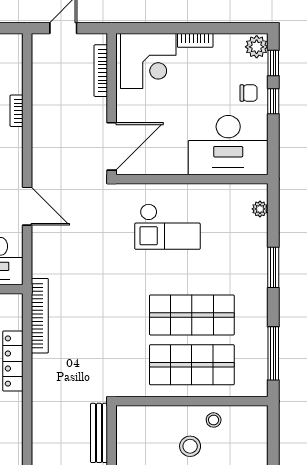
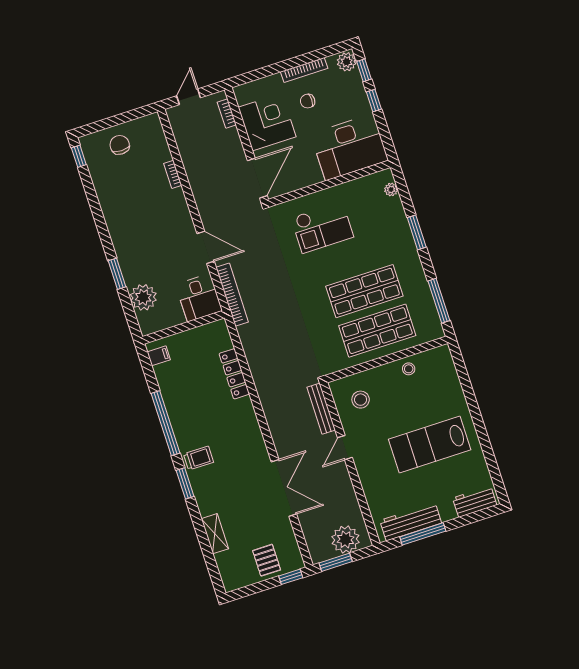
bookcase: (195, 40) -> (304, 70), width x1.56
corner desk: (148, 61) -> (267, 122), moved, turned -90
bookcase: (101, 71) -> (227, 113), width x0.64
chair: (249, 93) -> (308, 101), moved, turned 180
bookcase: (40, 316) -> (232, 295), moved
stool: (190, 446) -> (361, 400), moved

